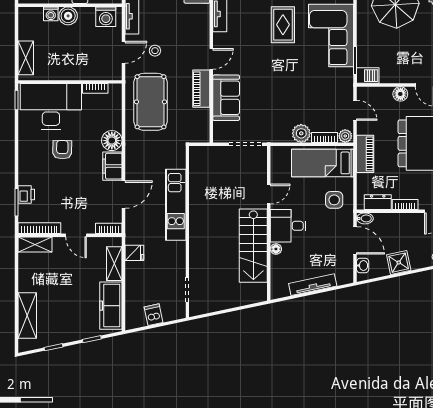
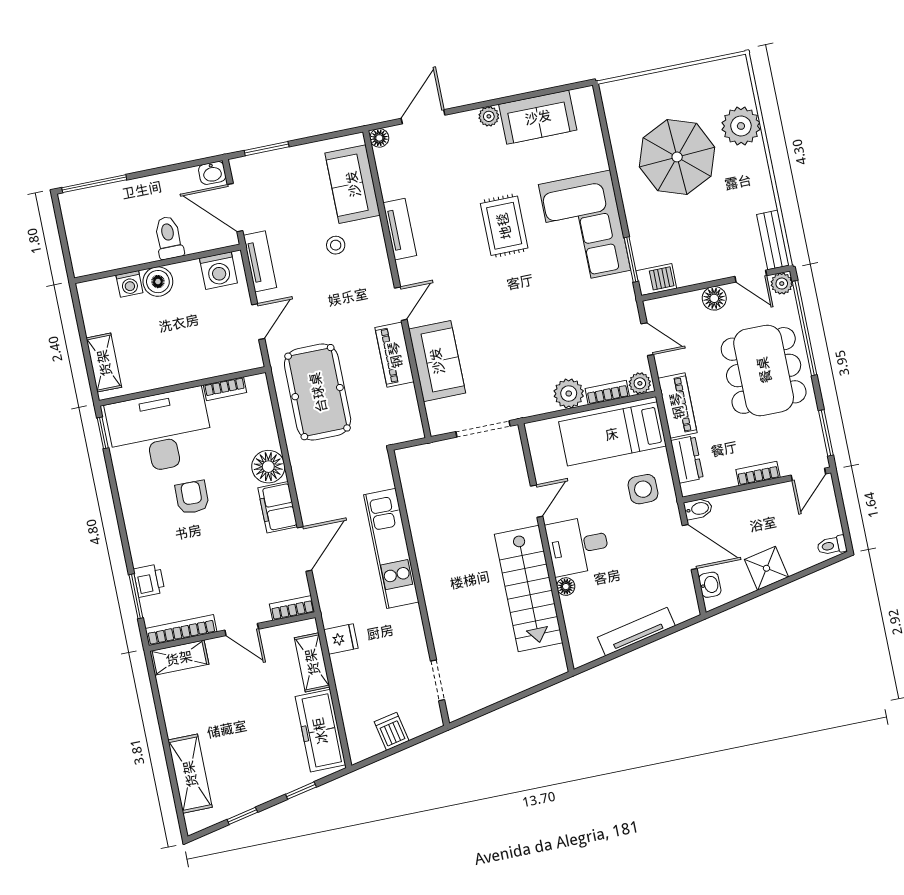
stool: (155, 51) -> (336, 245), moved
dresser: (378, 202) -> (687, 459), moved, turned 90

